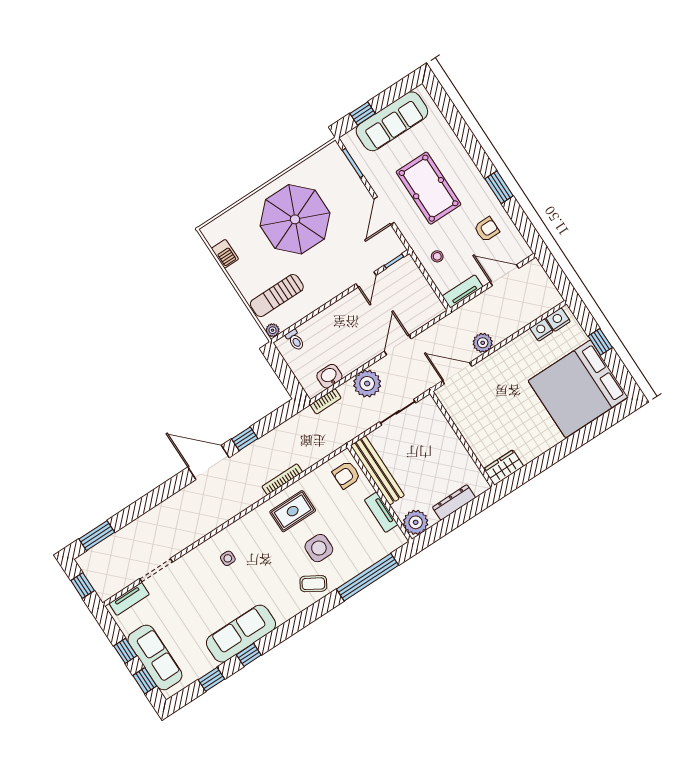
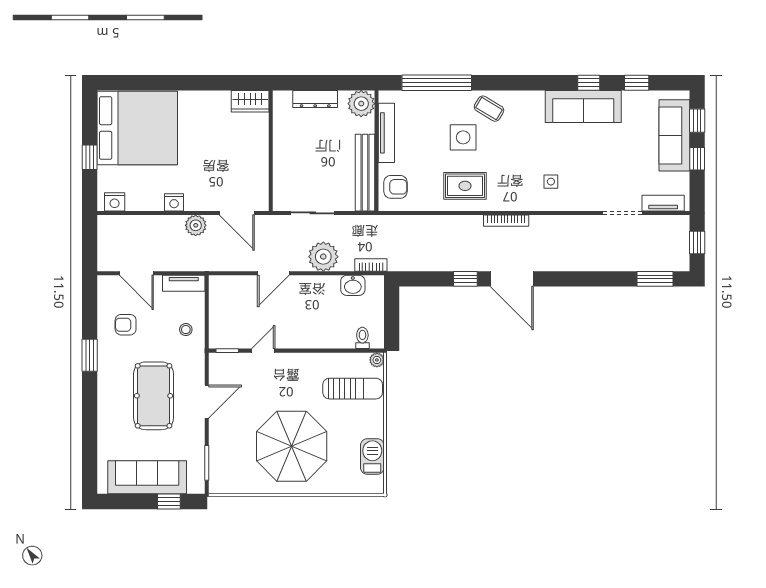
barbecue: (225, 254) -> (372, 457), width x1.38, depth x1.27
nightstand: (541, 330) -> (174, 202), moved
bookcase: (282, 479) -> (506, 221), moved
tv unit: (381, 512) -> (386, 133), width x1.41

